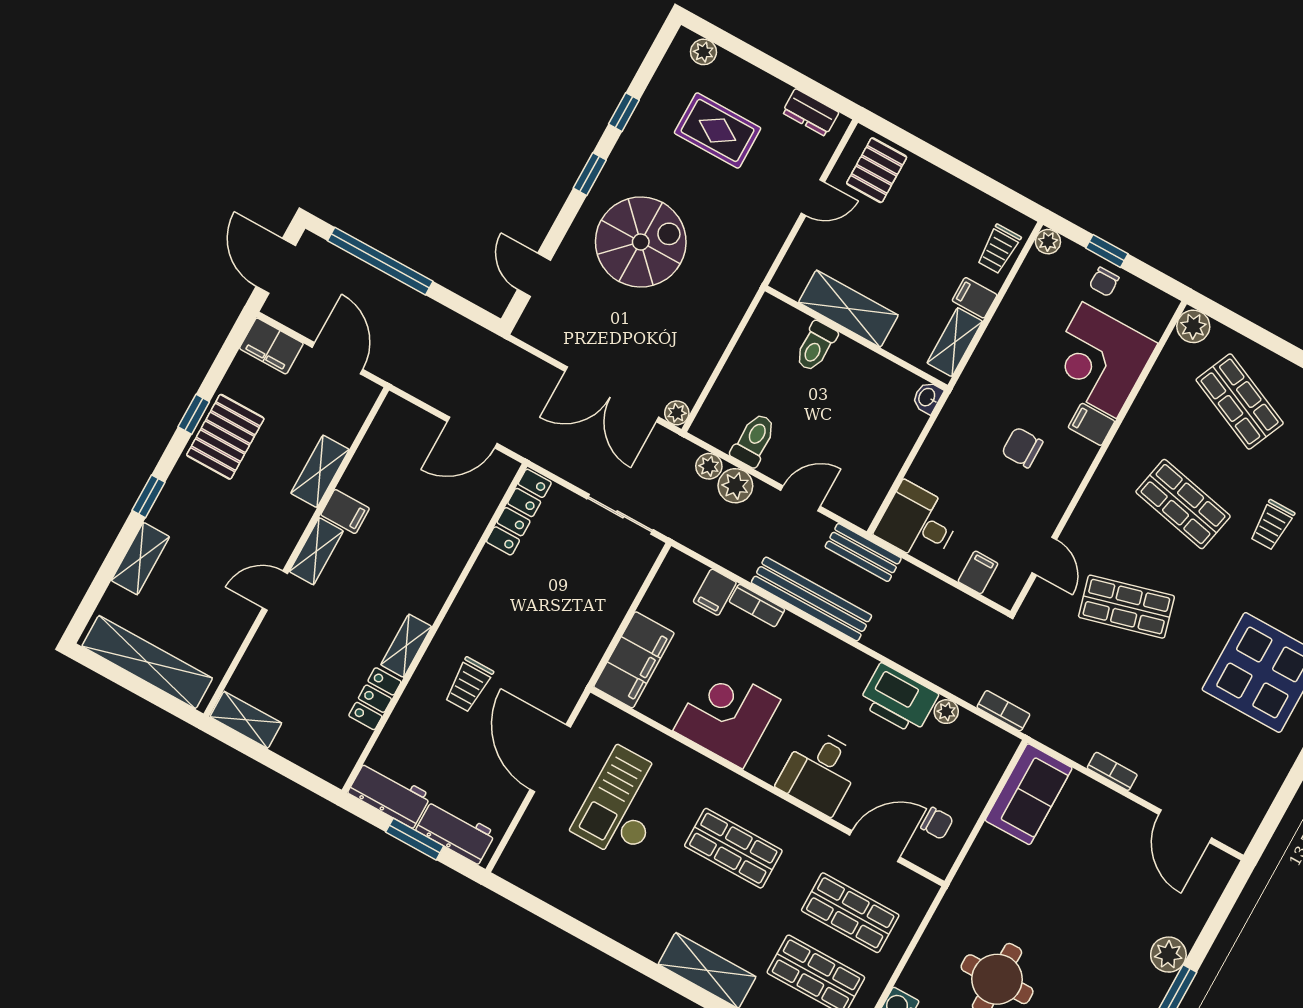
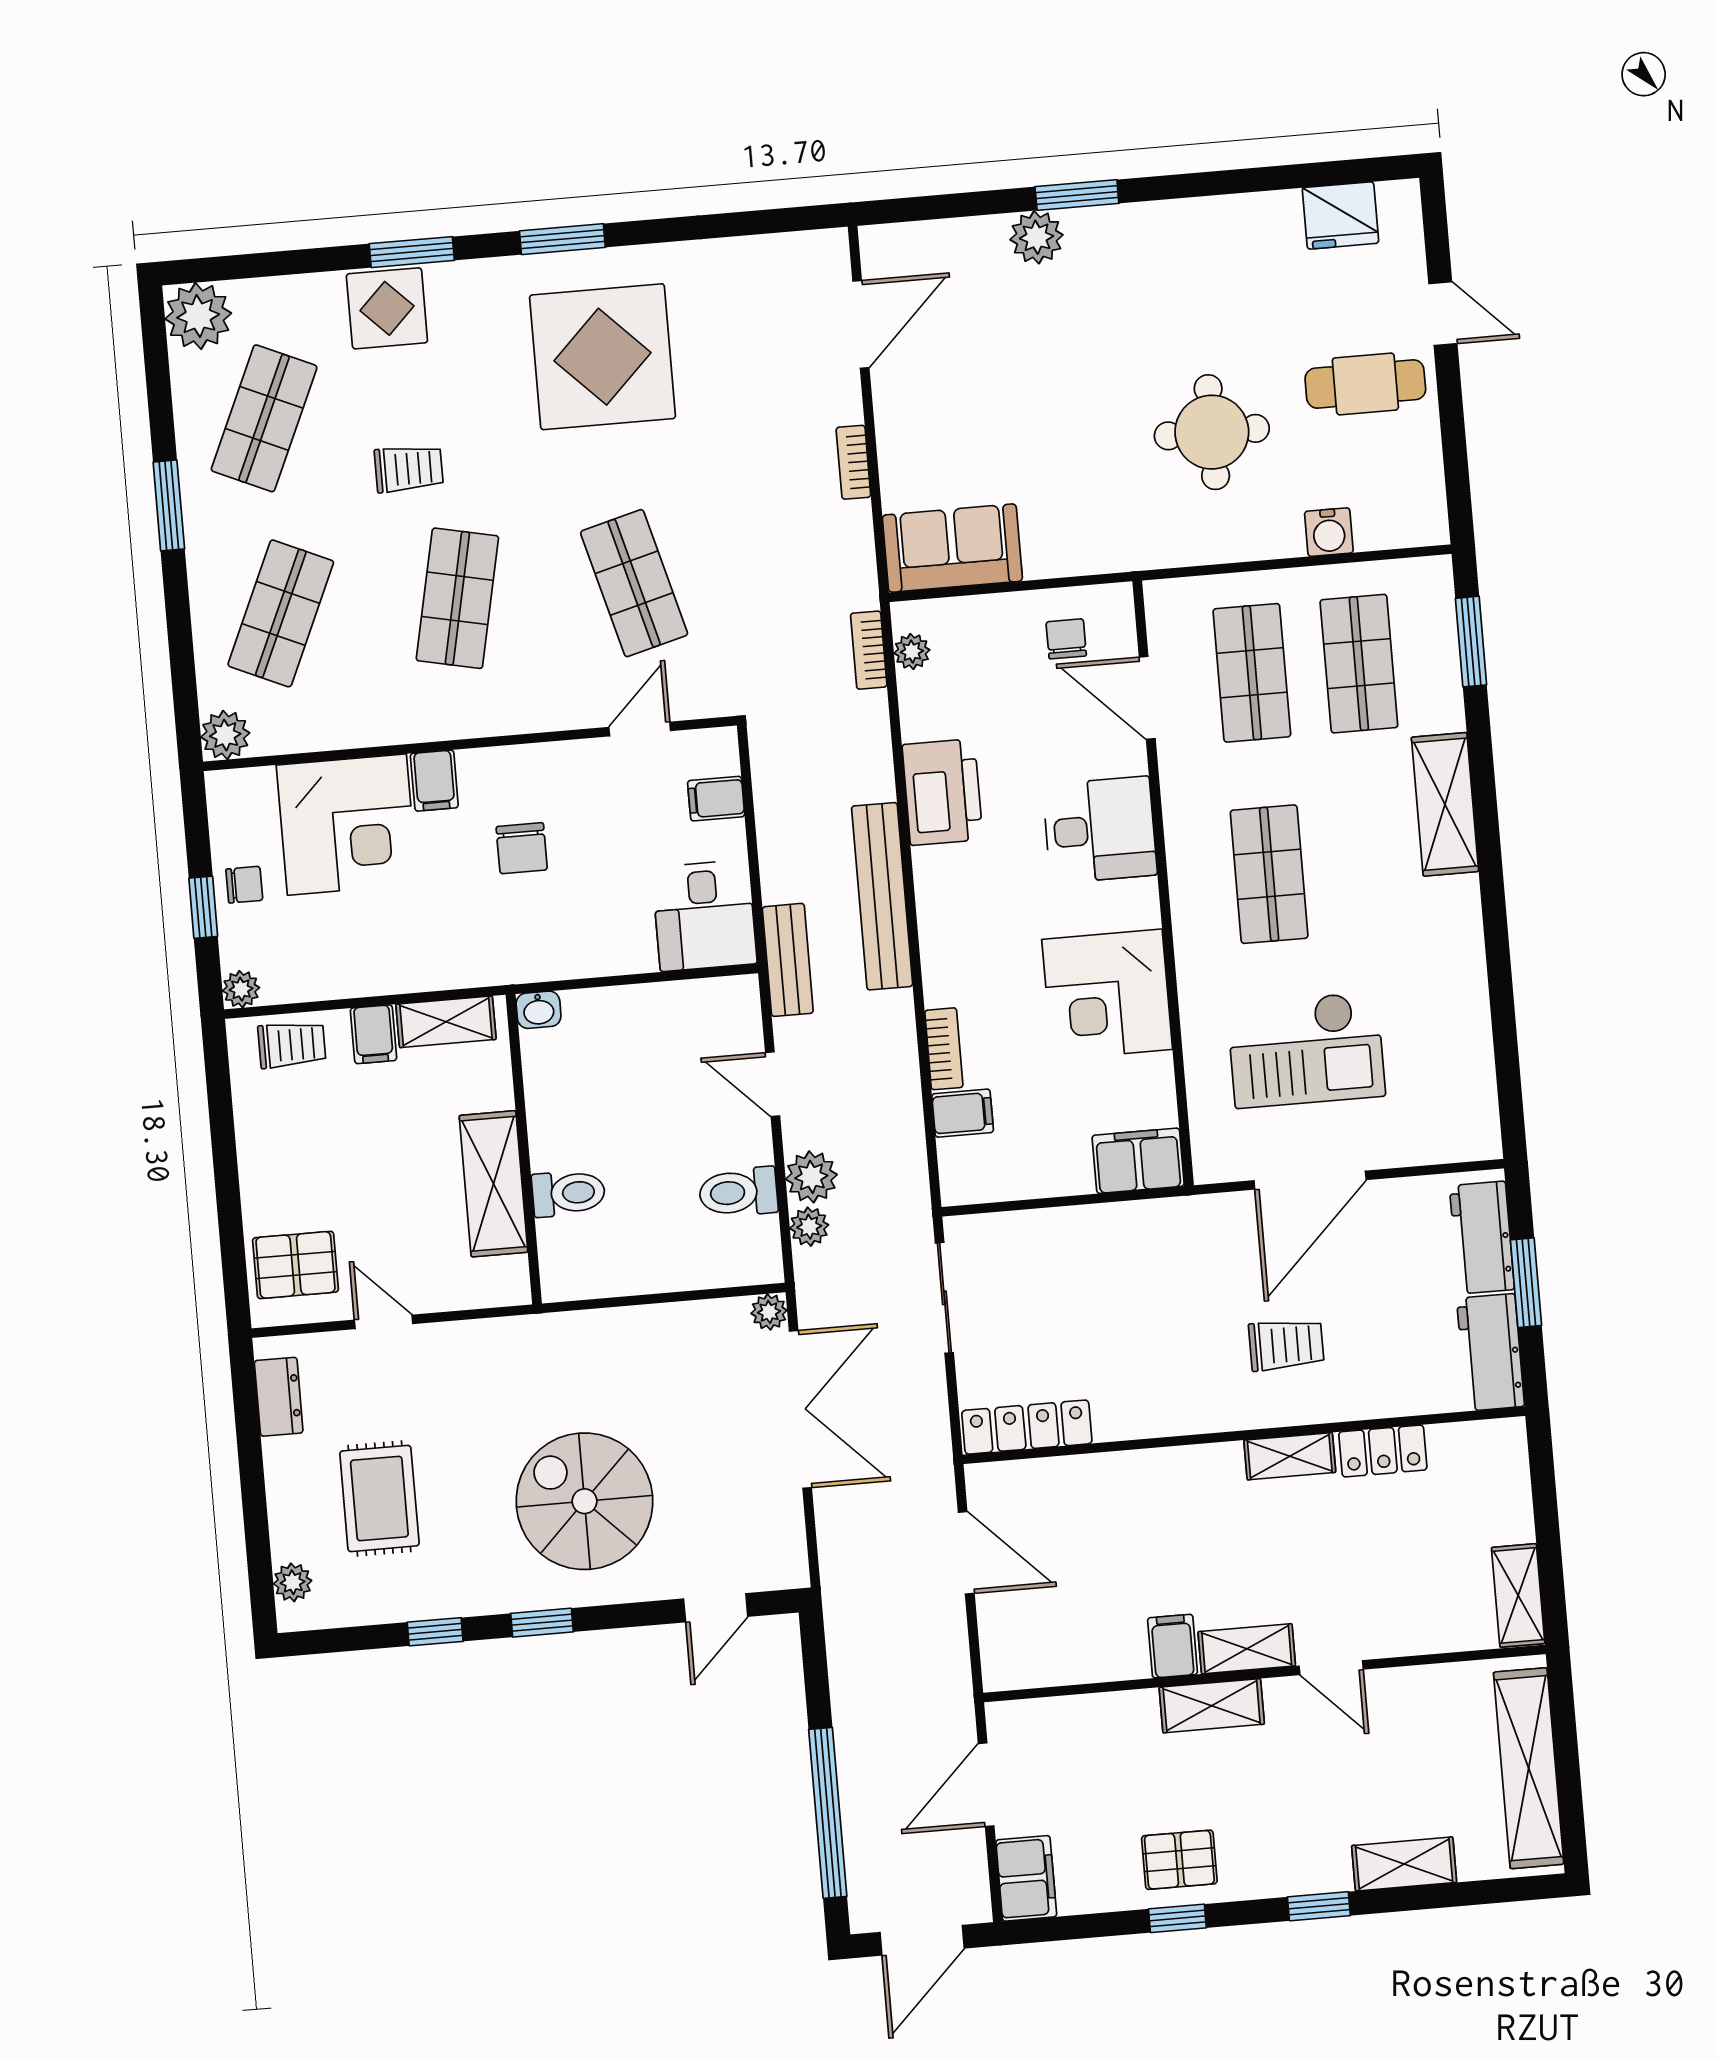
pallet: (225, 437) -> (1179, 1860), width x0.67, depth x0.71
shelving: (320, 471) -> (1212, 1706), moved
bench: (811, 599) -> (882, 896), moved
filing cabinet: (634, 660) -> (1138, 1161), width x0.67, depth x0.86
plant: (946, 712) -> (912, 651), moved

